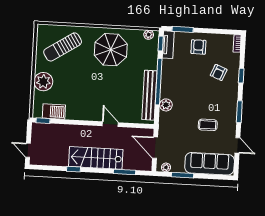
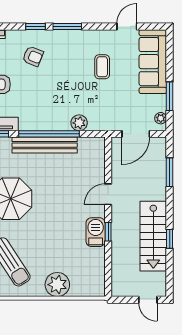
bench: (149, 95) -> (45, 145), moved
barbecue: (54, 112) -> (96, 232), moved
window: (239, 112) -> (67, 26), moved
window: (43, 121) -> (108, 232), moved
door: (28, 150) -> (148, 300), hinge flipped
stairs: (96, 158) -> (153, 236), moved

